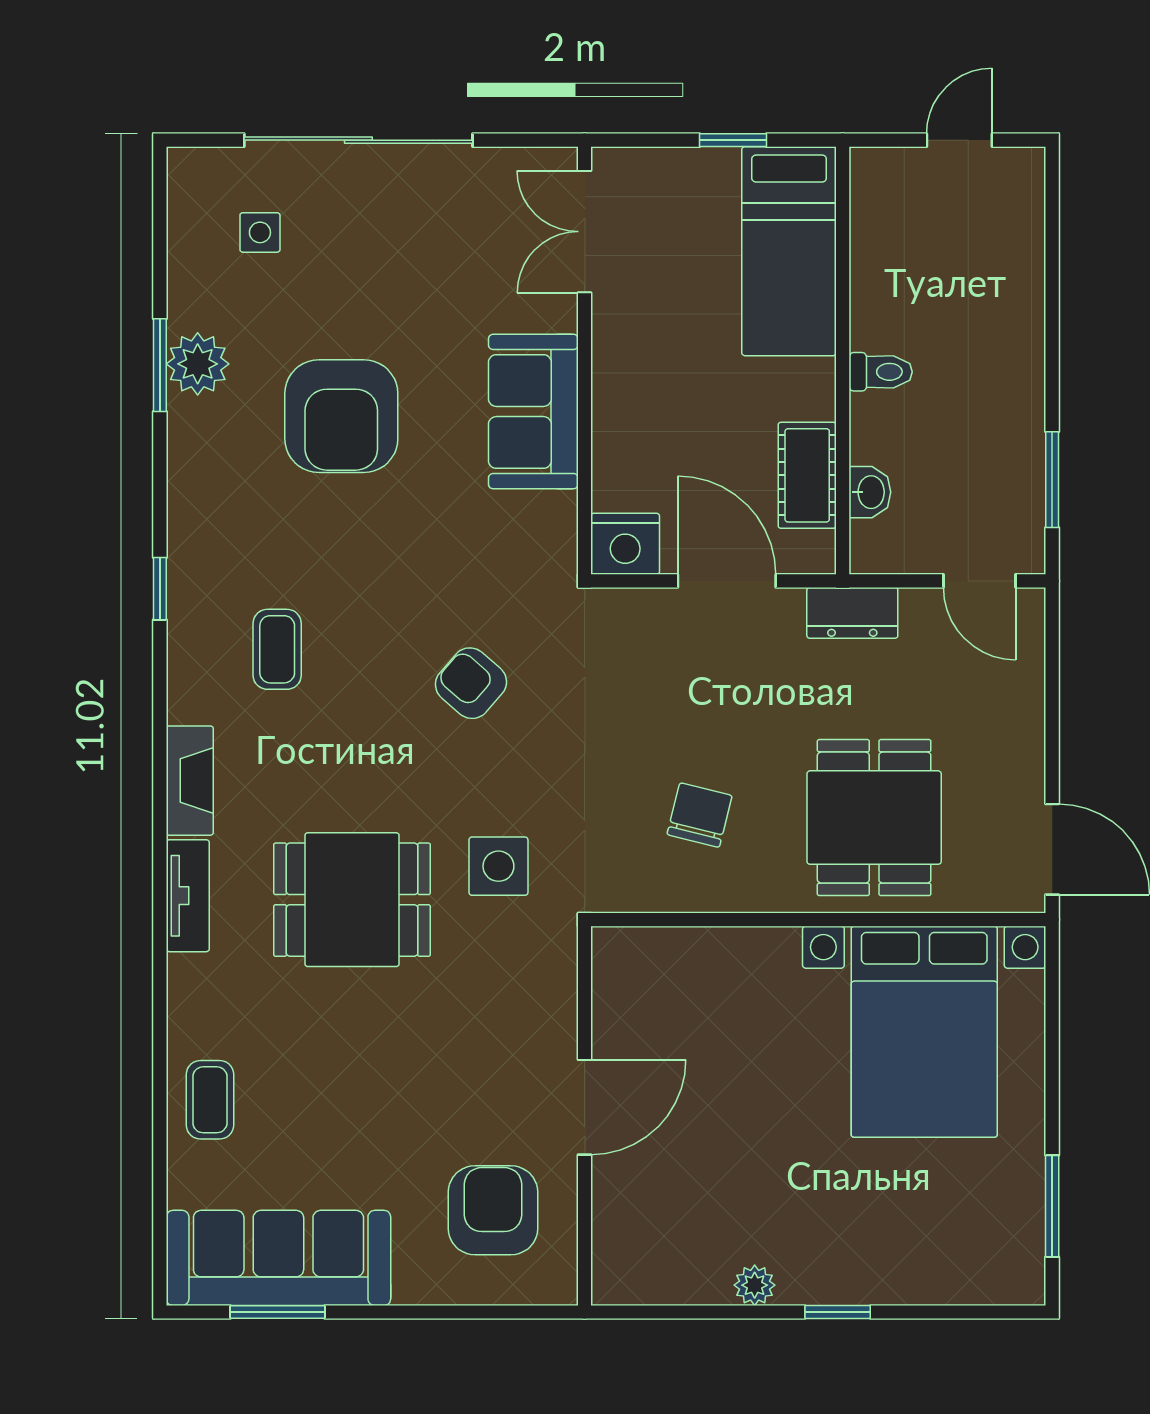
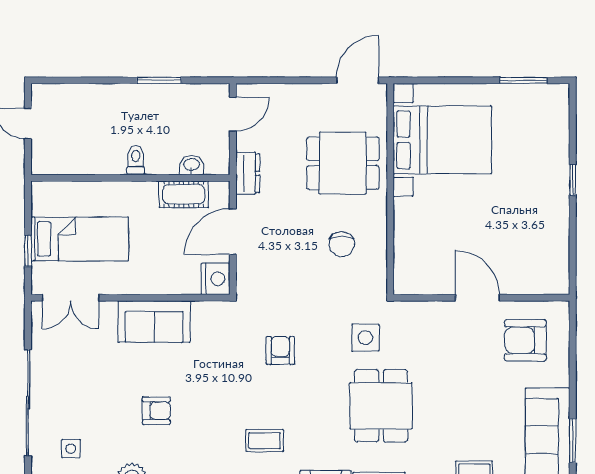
window: (733, 140) -> (28, 251), moved
bed: (789, 251) -> (80, 239), moved
armchair: (341, 416) -> (156, 411), width x0.53, depth x0.53
window: (1052, 480) -> (159, 80), moved
armchair: (471, 683) -> (280, 351), turned 139
chair: (700, 815) -> (342, 244), turned -104
plant: (755, 1285) -> (560, 219), removed

